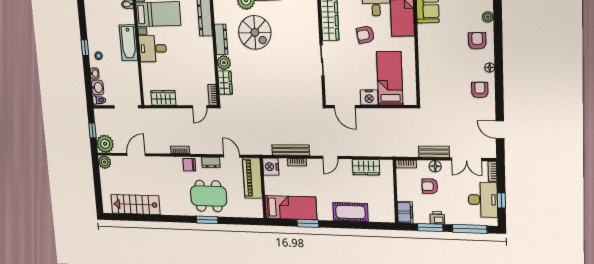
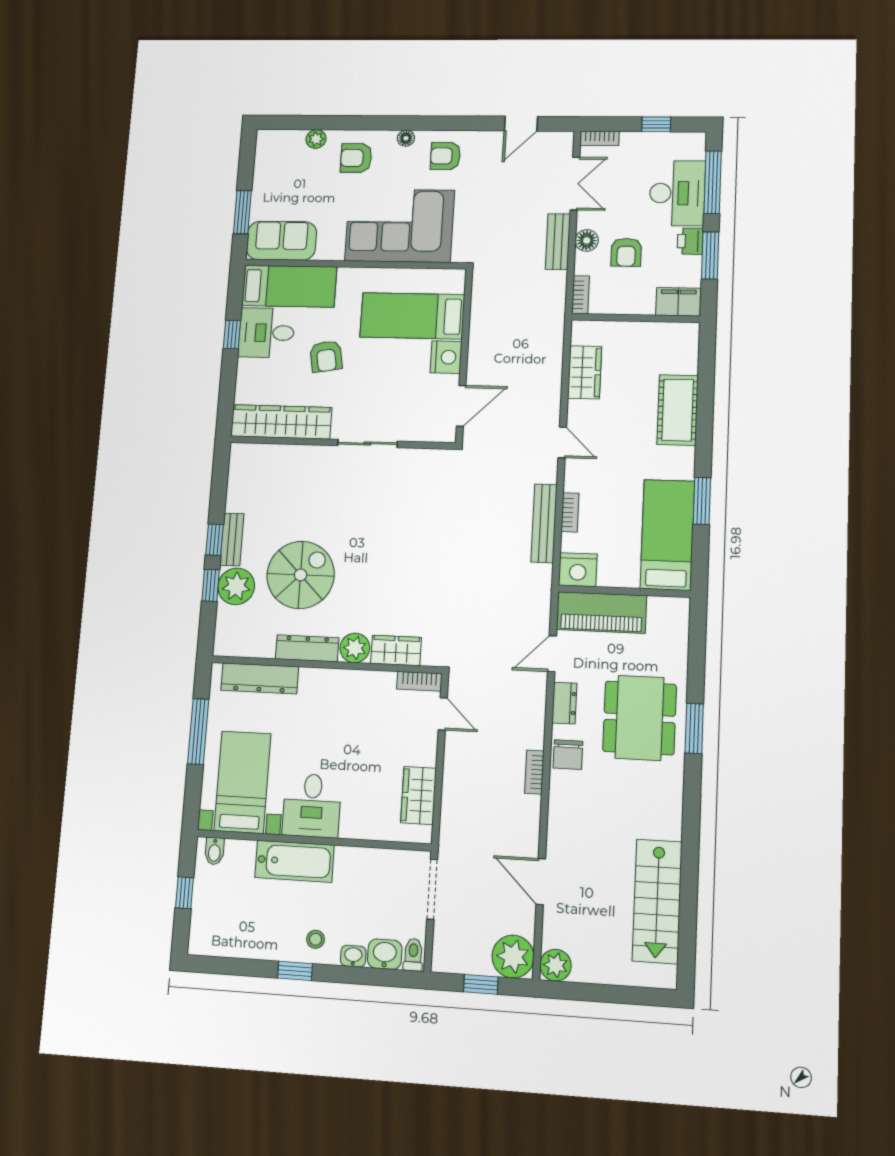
corner sofa: (439, 68) -> (400, 226), added
desk: (483, 200) -> (677, 193), moved, turned 90

